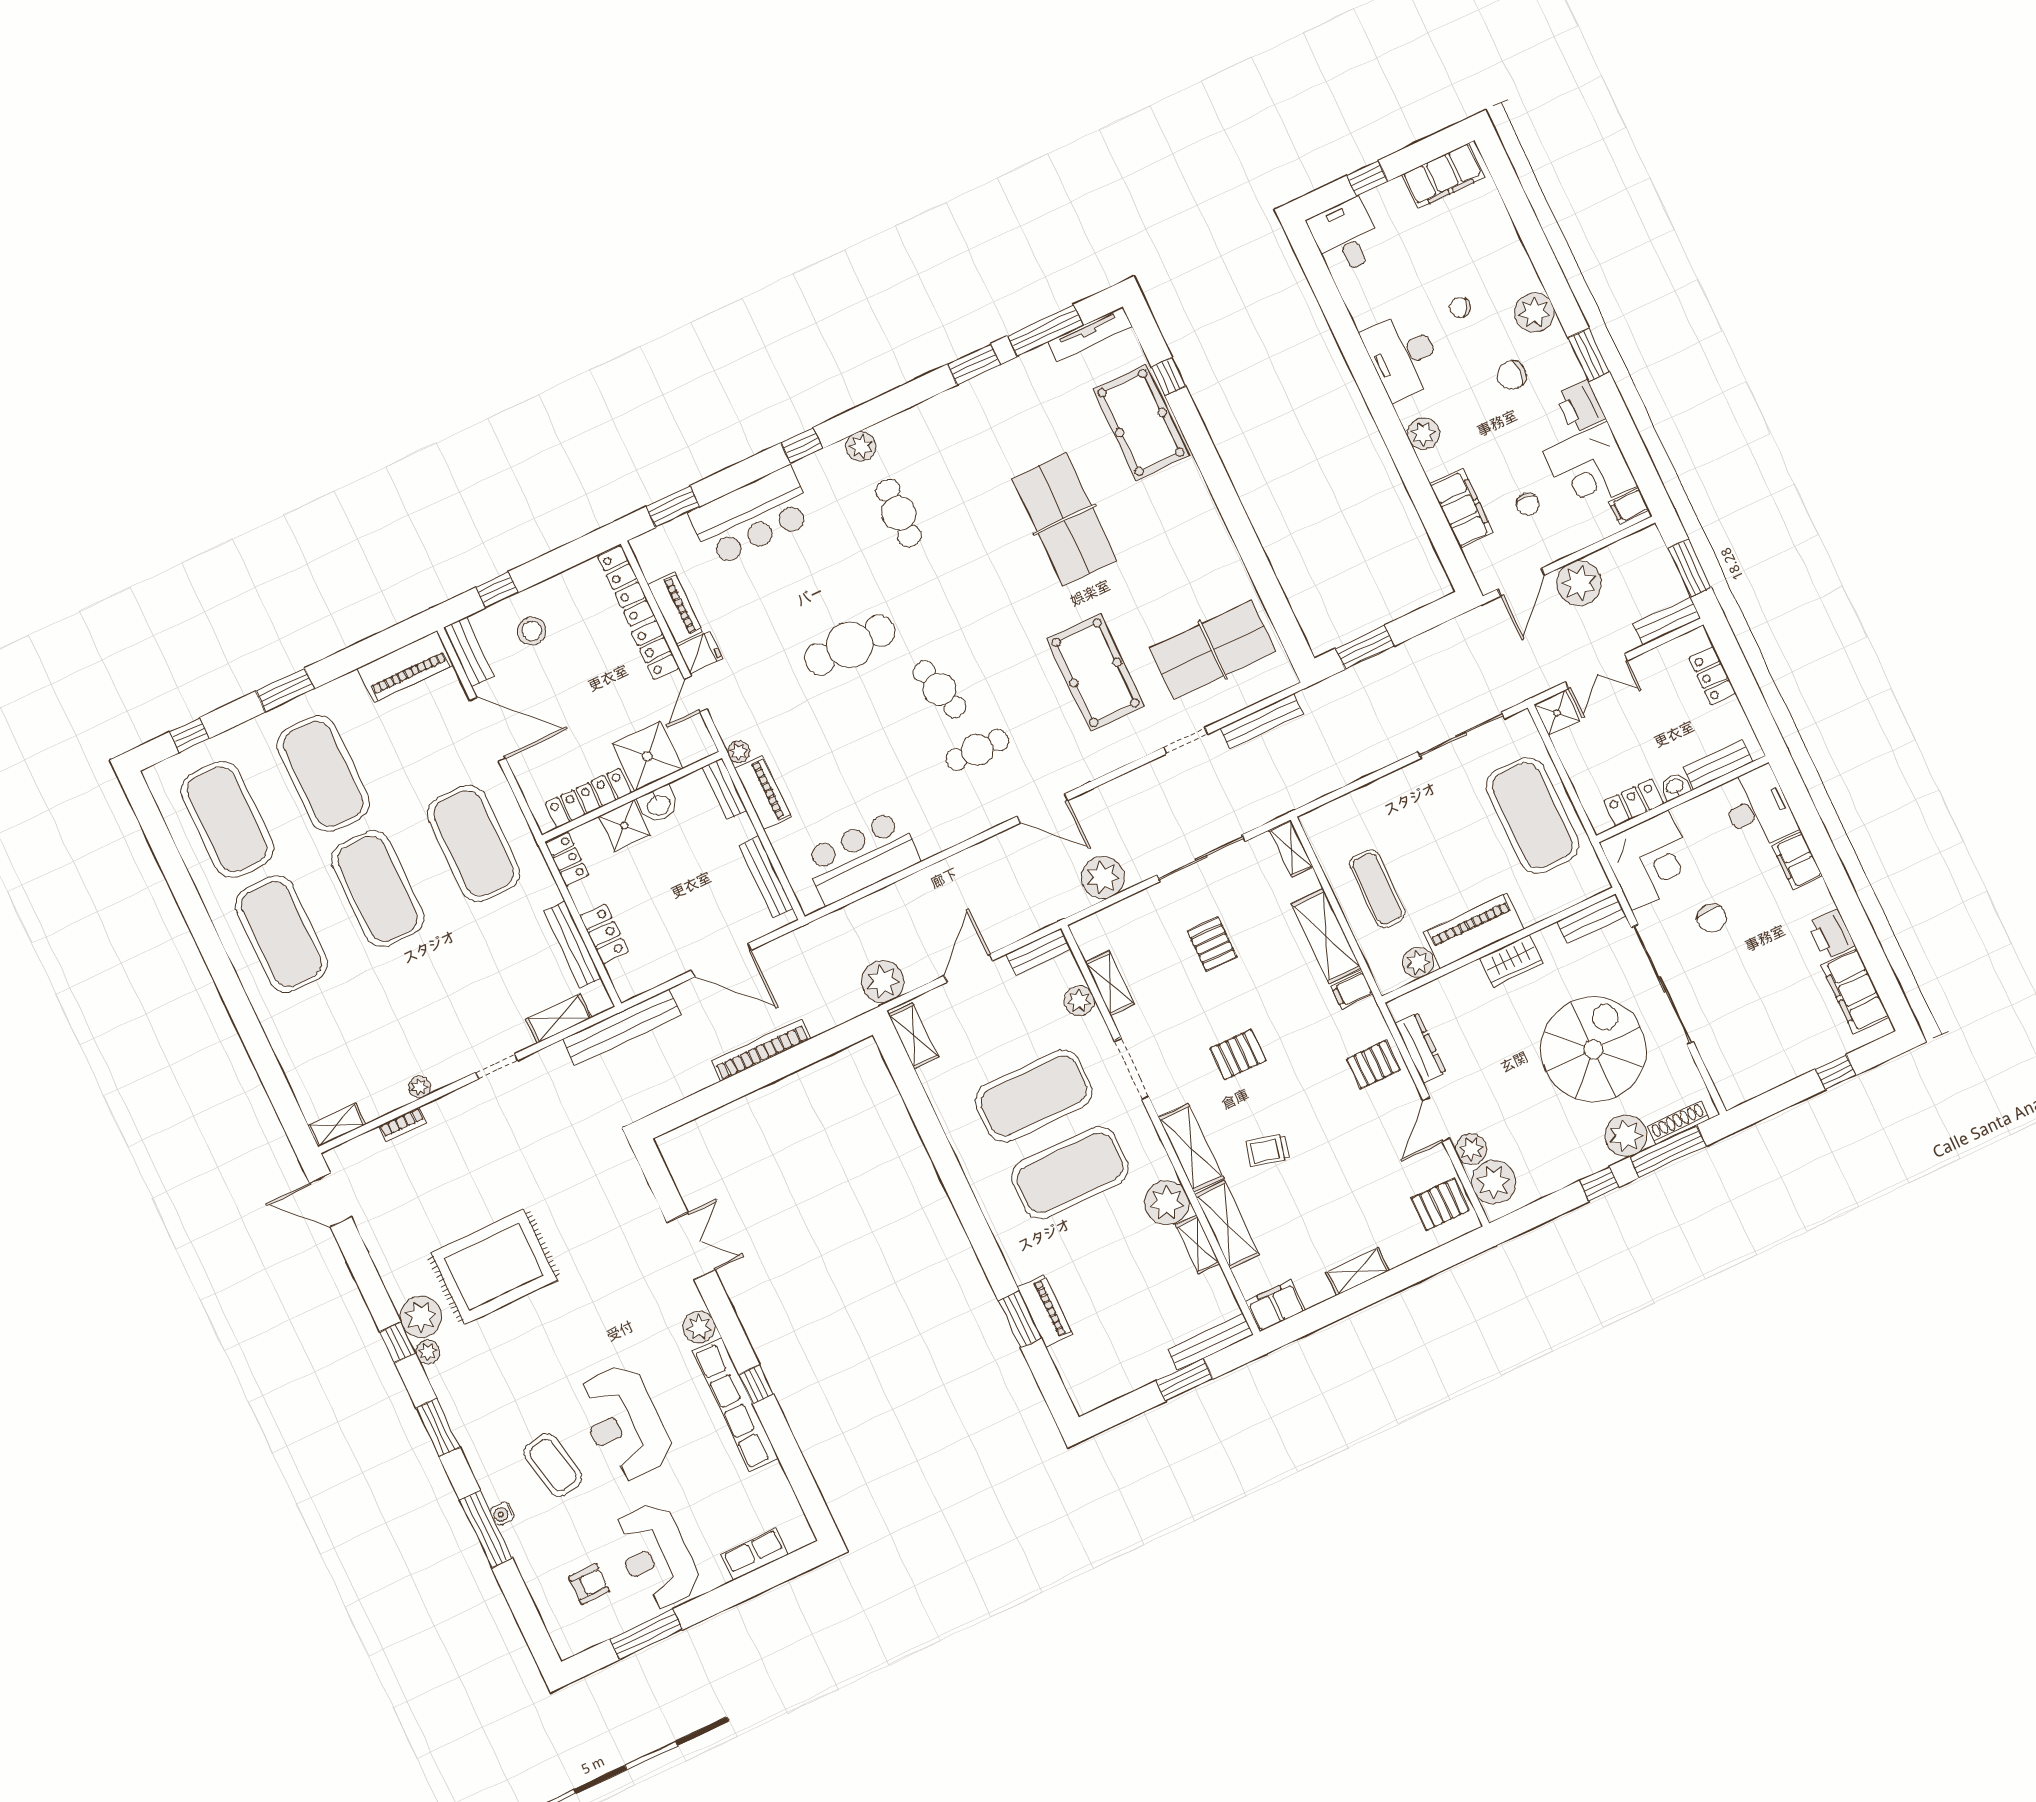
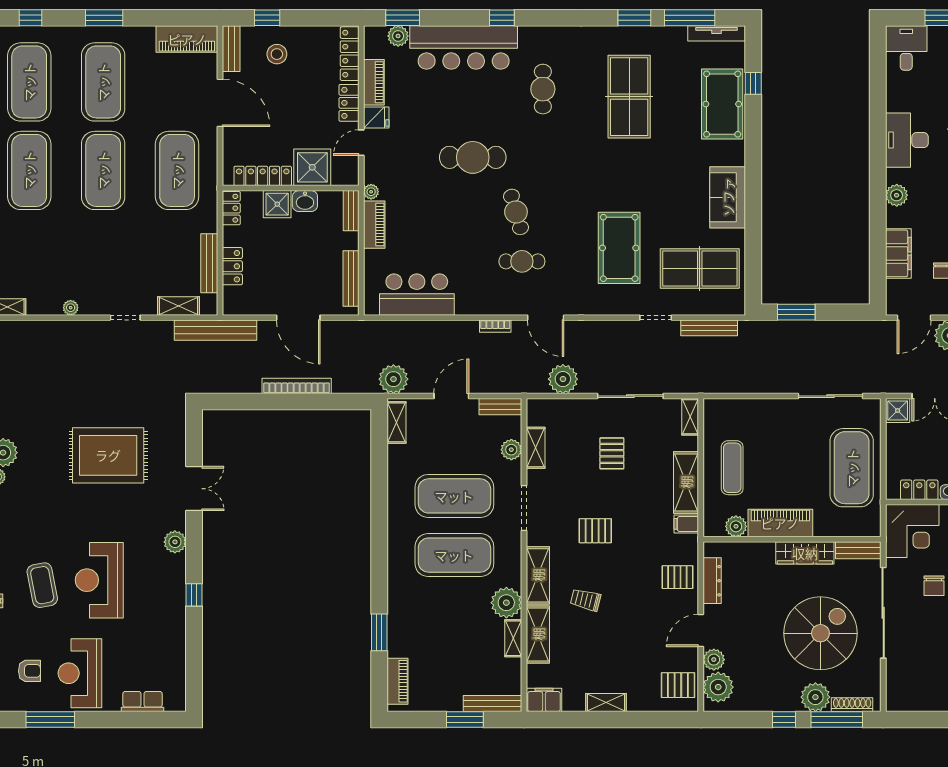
plant: (861, 447) -> (398, 36), moved
bar counter: (752, 517) -> (464, 47), width x1.36
table tennis table: (1064, 519) -> (629, 97), moved
sofa: (1205, 540) -> (728, 197), added
wardrobe: (1511, 961) -> (805, 553), width x1.50
bookcase: (403, 1124) -> (495, 326), moved
rug: (494, 1267) -> (108, 455), moved
piano: (1045, 1311) -> (397, 681), moved
row of seats: (736, 1404) -> (175, 601), removed

